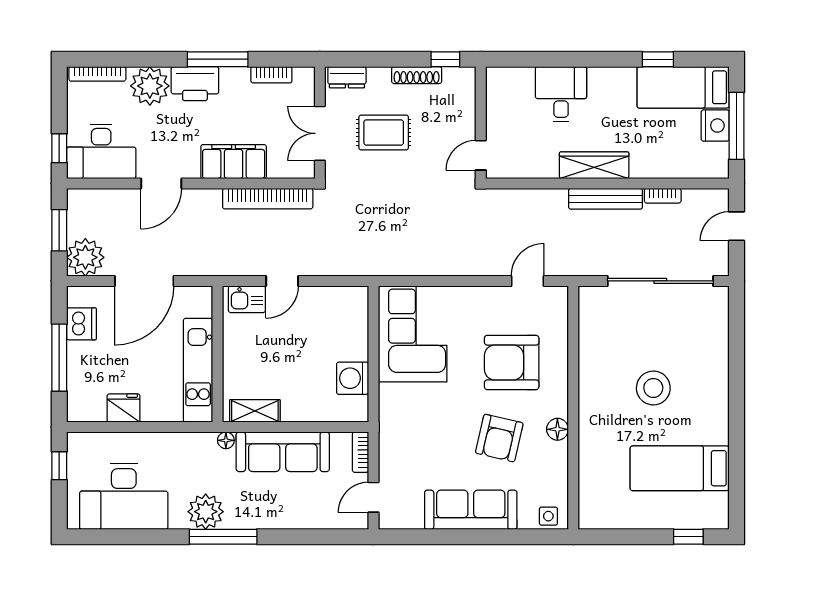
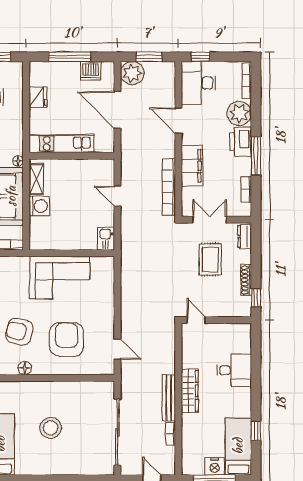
kitchen sink: (247, 299) -> (106, 239), moved
corner sofa: (413, 334) -> (60, 278), moved
washing machine: (353, 378) -> (39, 206), moved, turned 90

